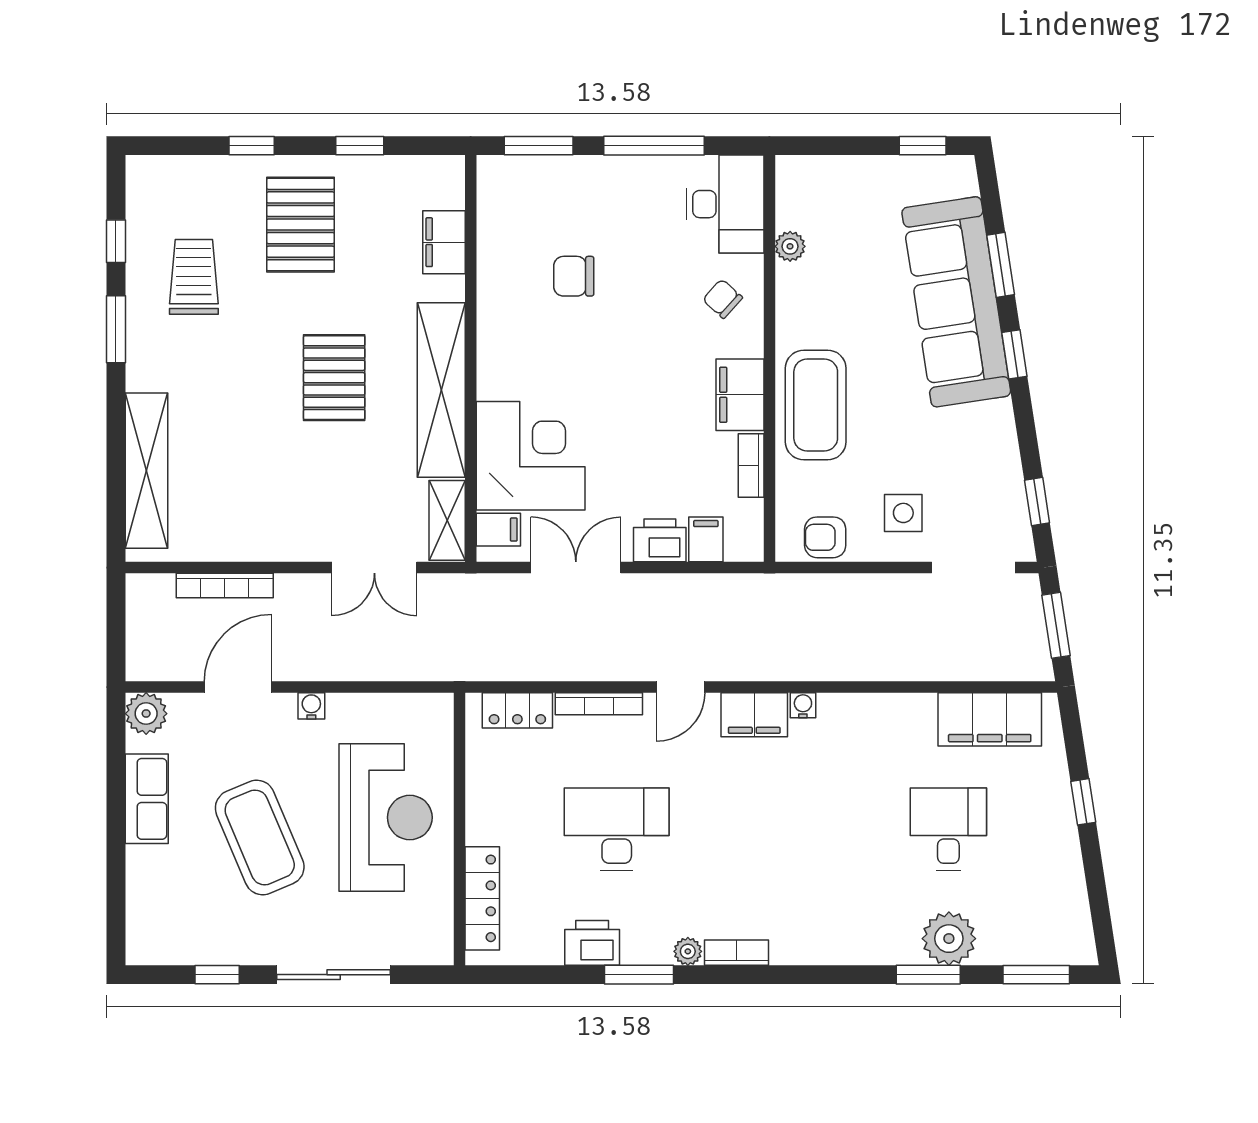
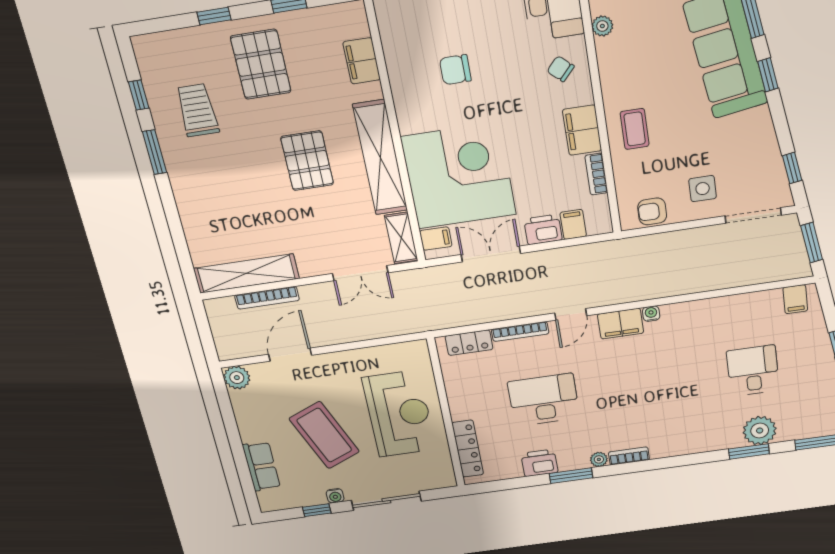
coffee table: (816, 405) -> (635, 129), width x0.54, depth x0.58
corner desk: (531, 456) -> (459, 176), width x1.36, depth x1.36
shelving: (146, 471) -> (246, 273), moved, turned 90
water cooler: (311, 706) -> (335, 496), moved, turned 180
filing cabinet: (990, 719) -> (795, 299), width x0.33, depth x0.86
row of seats: (147, 799) -> (261, 466), moved

